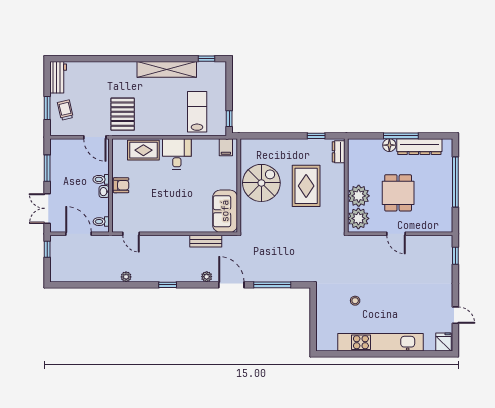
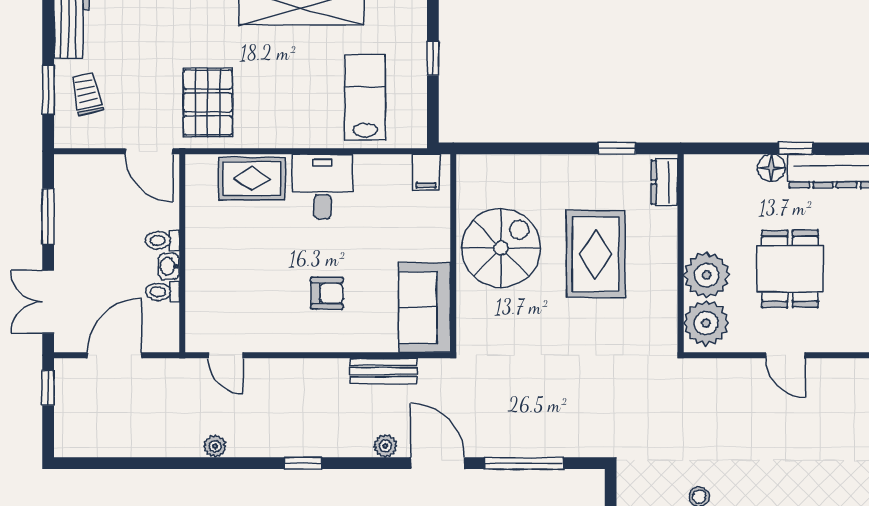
window: (229, 119) -> (433, 58), moved
window: (401, 136) -> (796, 148), width x0.46
armchair: (121, 185) -> (327, 293), moved
toilet: (101, 222) -> (162, 292), moved
door: (78, 234) -> (115, 355), hinge flipped

